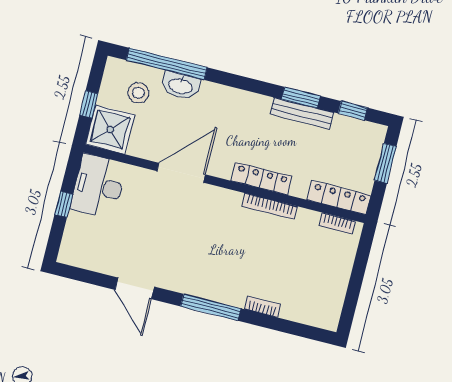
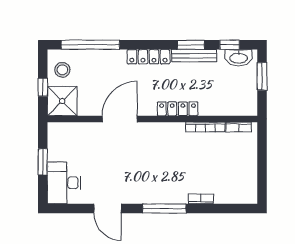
washbasin: (181, 86) -> (239, 58), moved
stool: (138, 93) -> (62, 70), moved
desk: (98, 186) -> (64, 183), moved
locker: (339, 198) -> (148, 57), moved, turned 180
window: (64, 204) -> (43, 162), width x1.50
bookcase: (270, 206) -> (205, 127), moved

